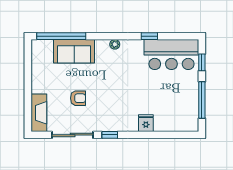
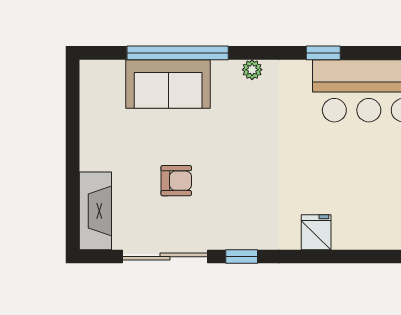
window: (61, 36) -> (178, 53), moved

